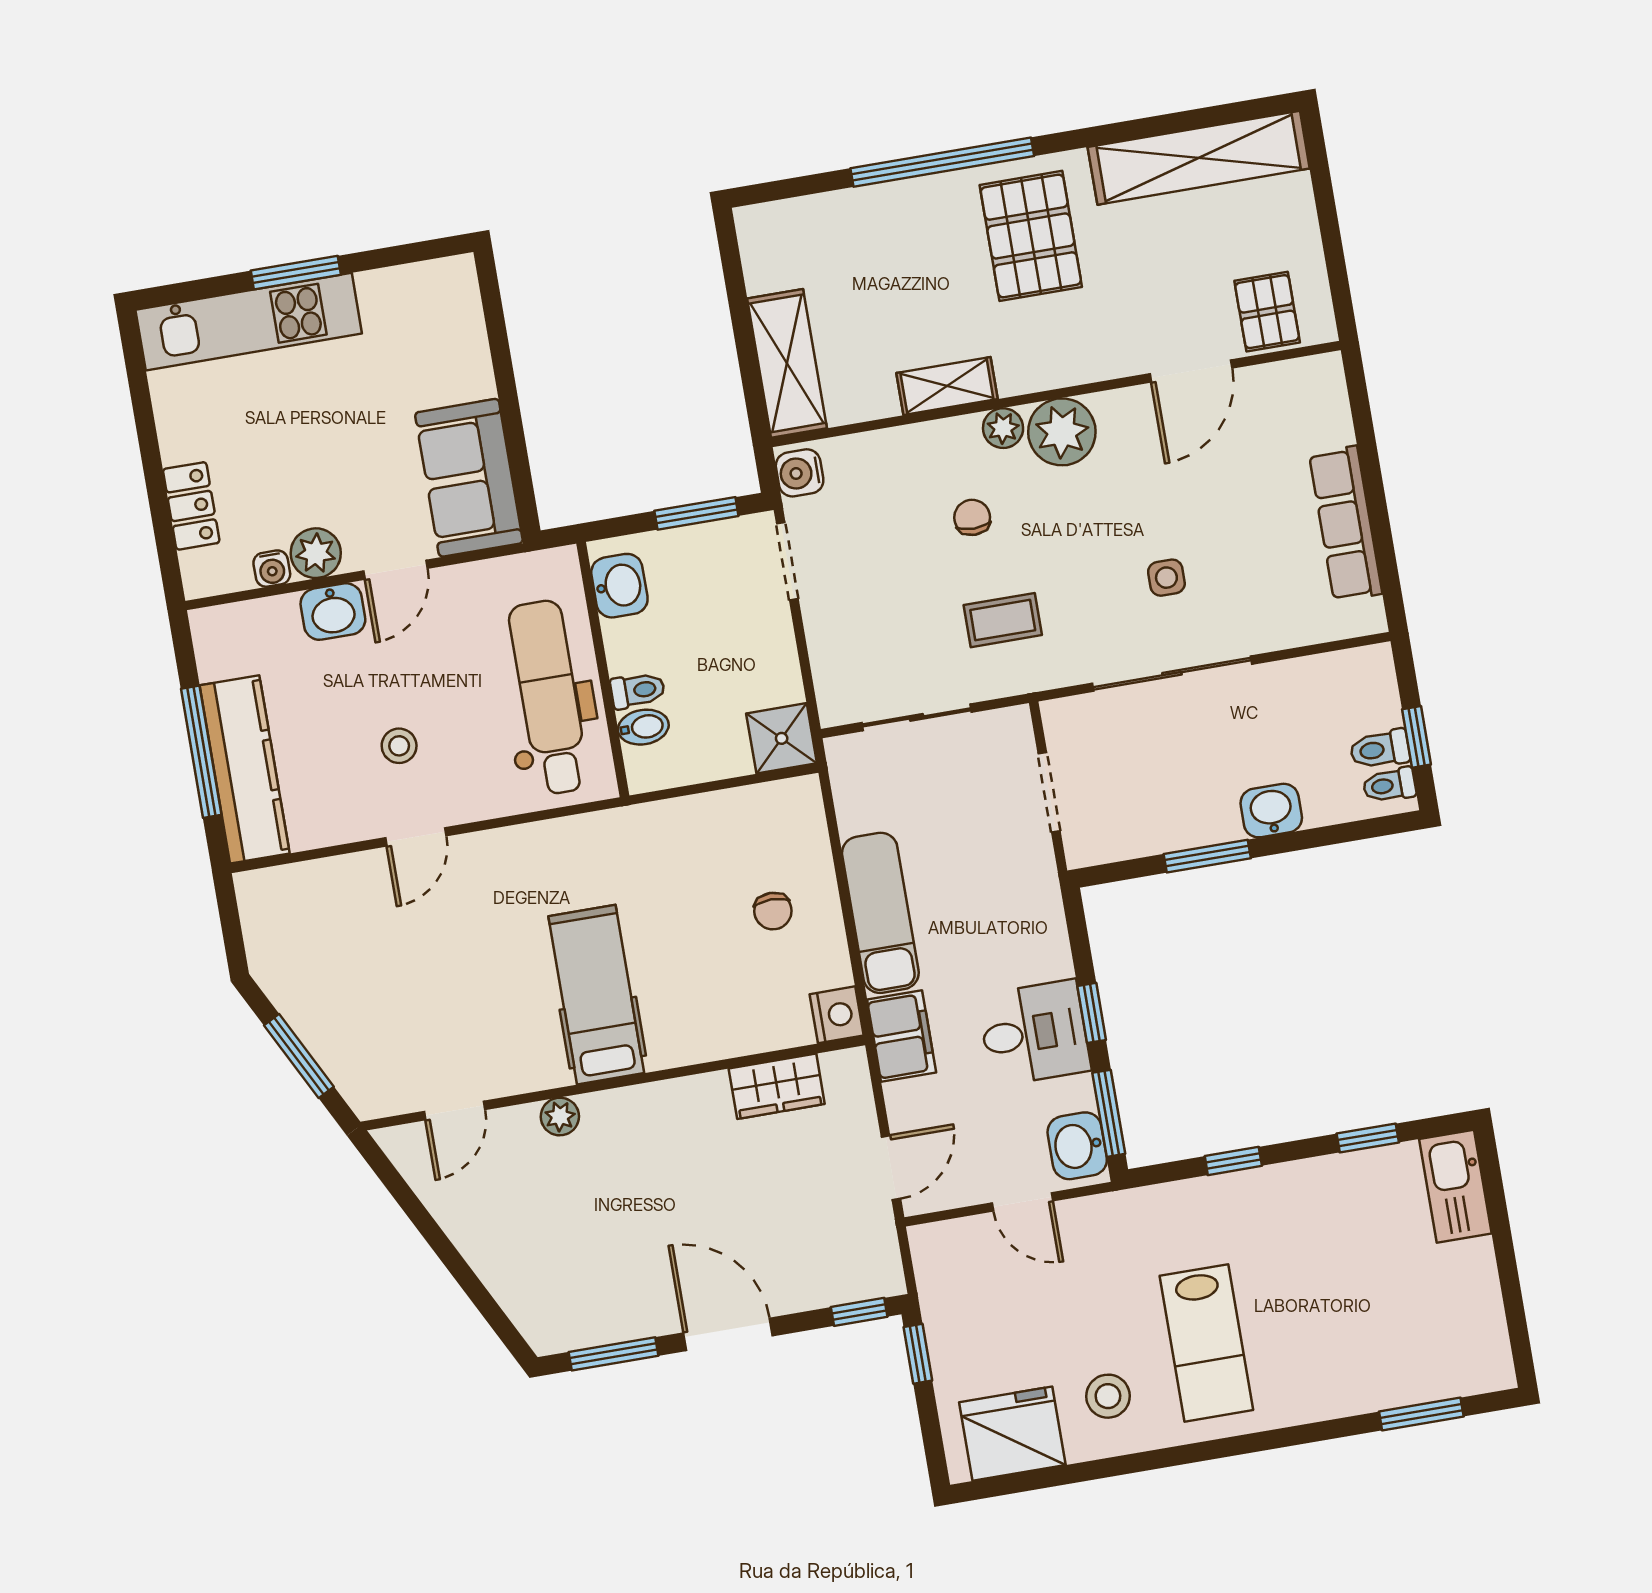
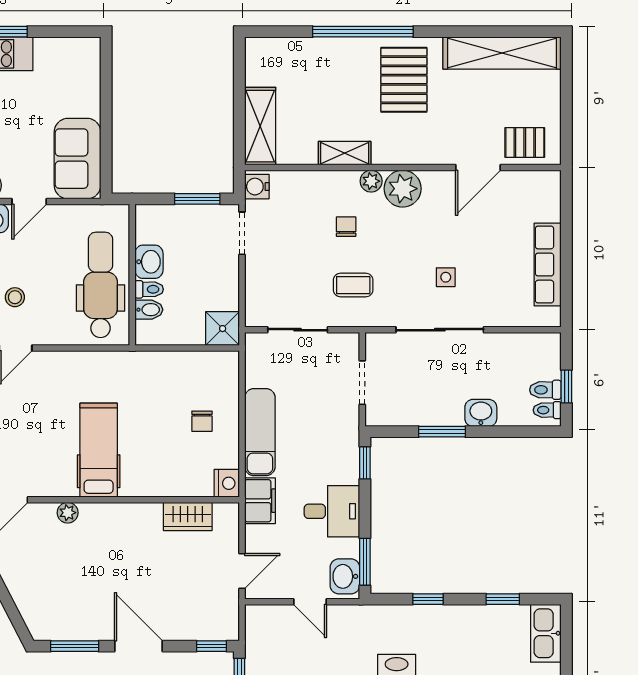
pallet: (1267, 312) -> (525, 143), turned 90
washbasin: (619, 586) -> (149, 262), moved
window: (1092, 1013) -> (365, 463), moved

